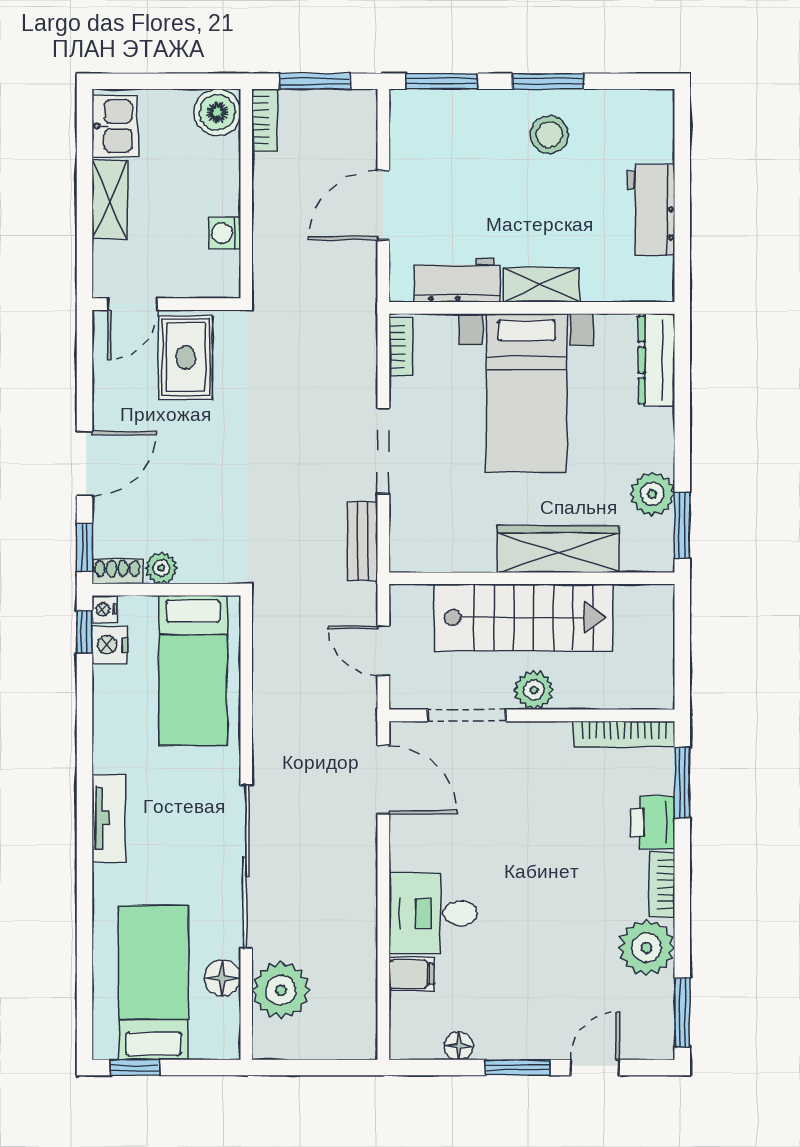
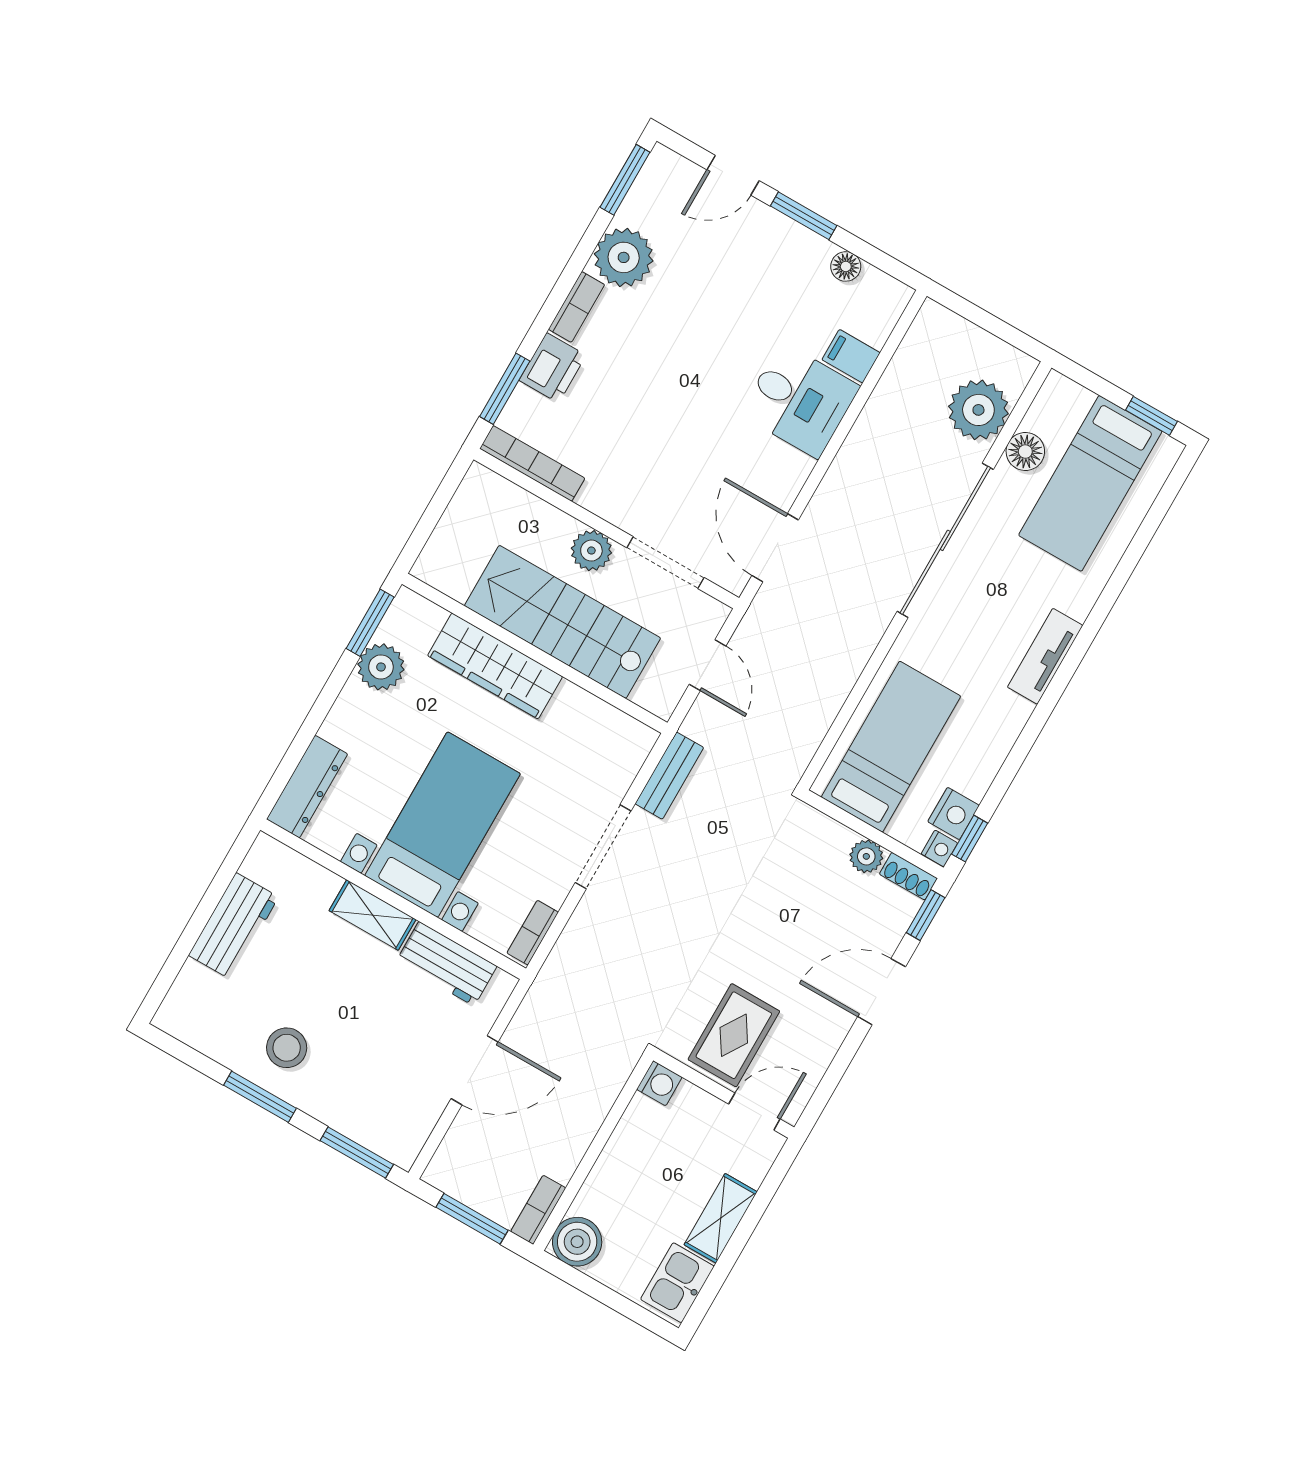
washing machine: (225, 233) -> (659, 1083), moved

